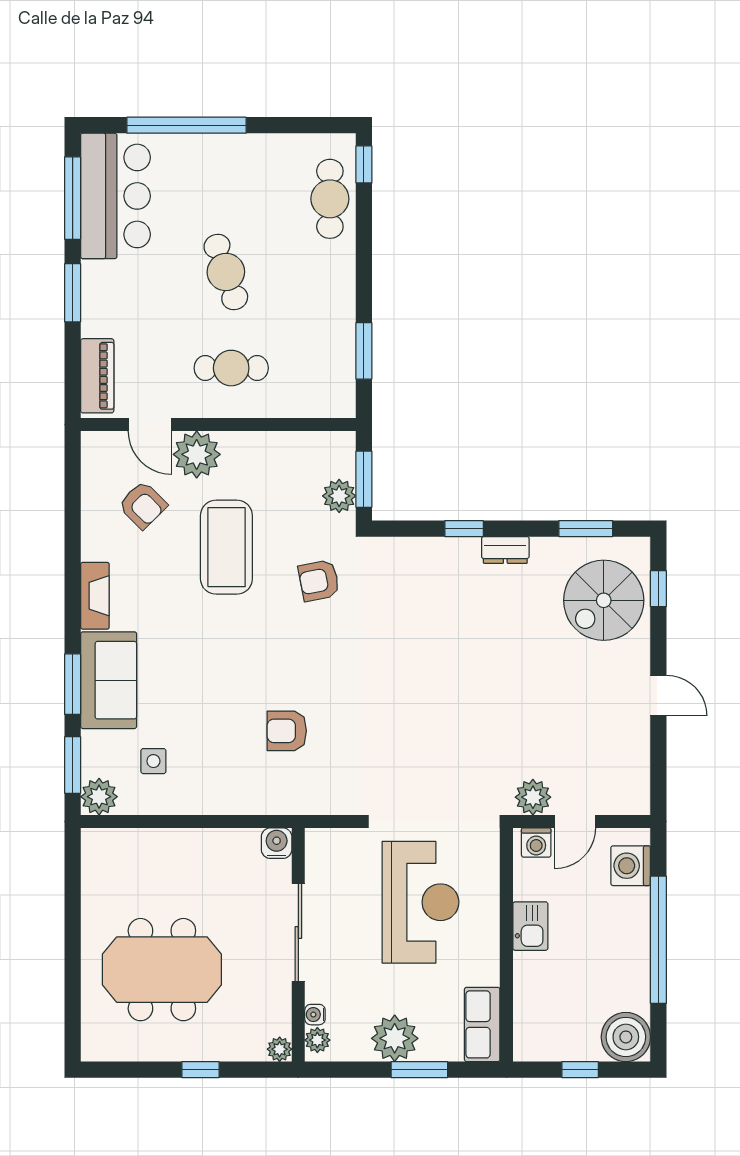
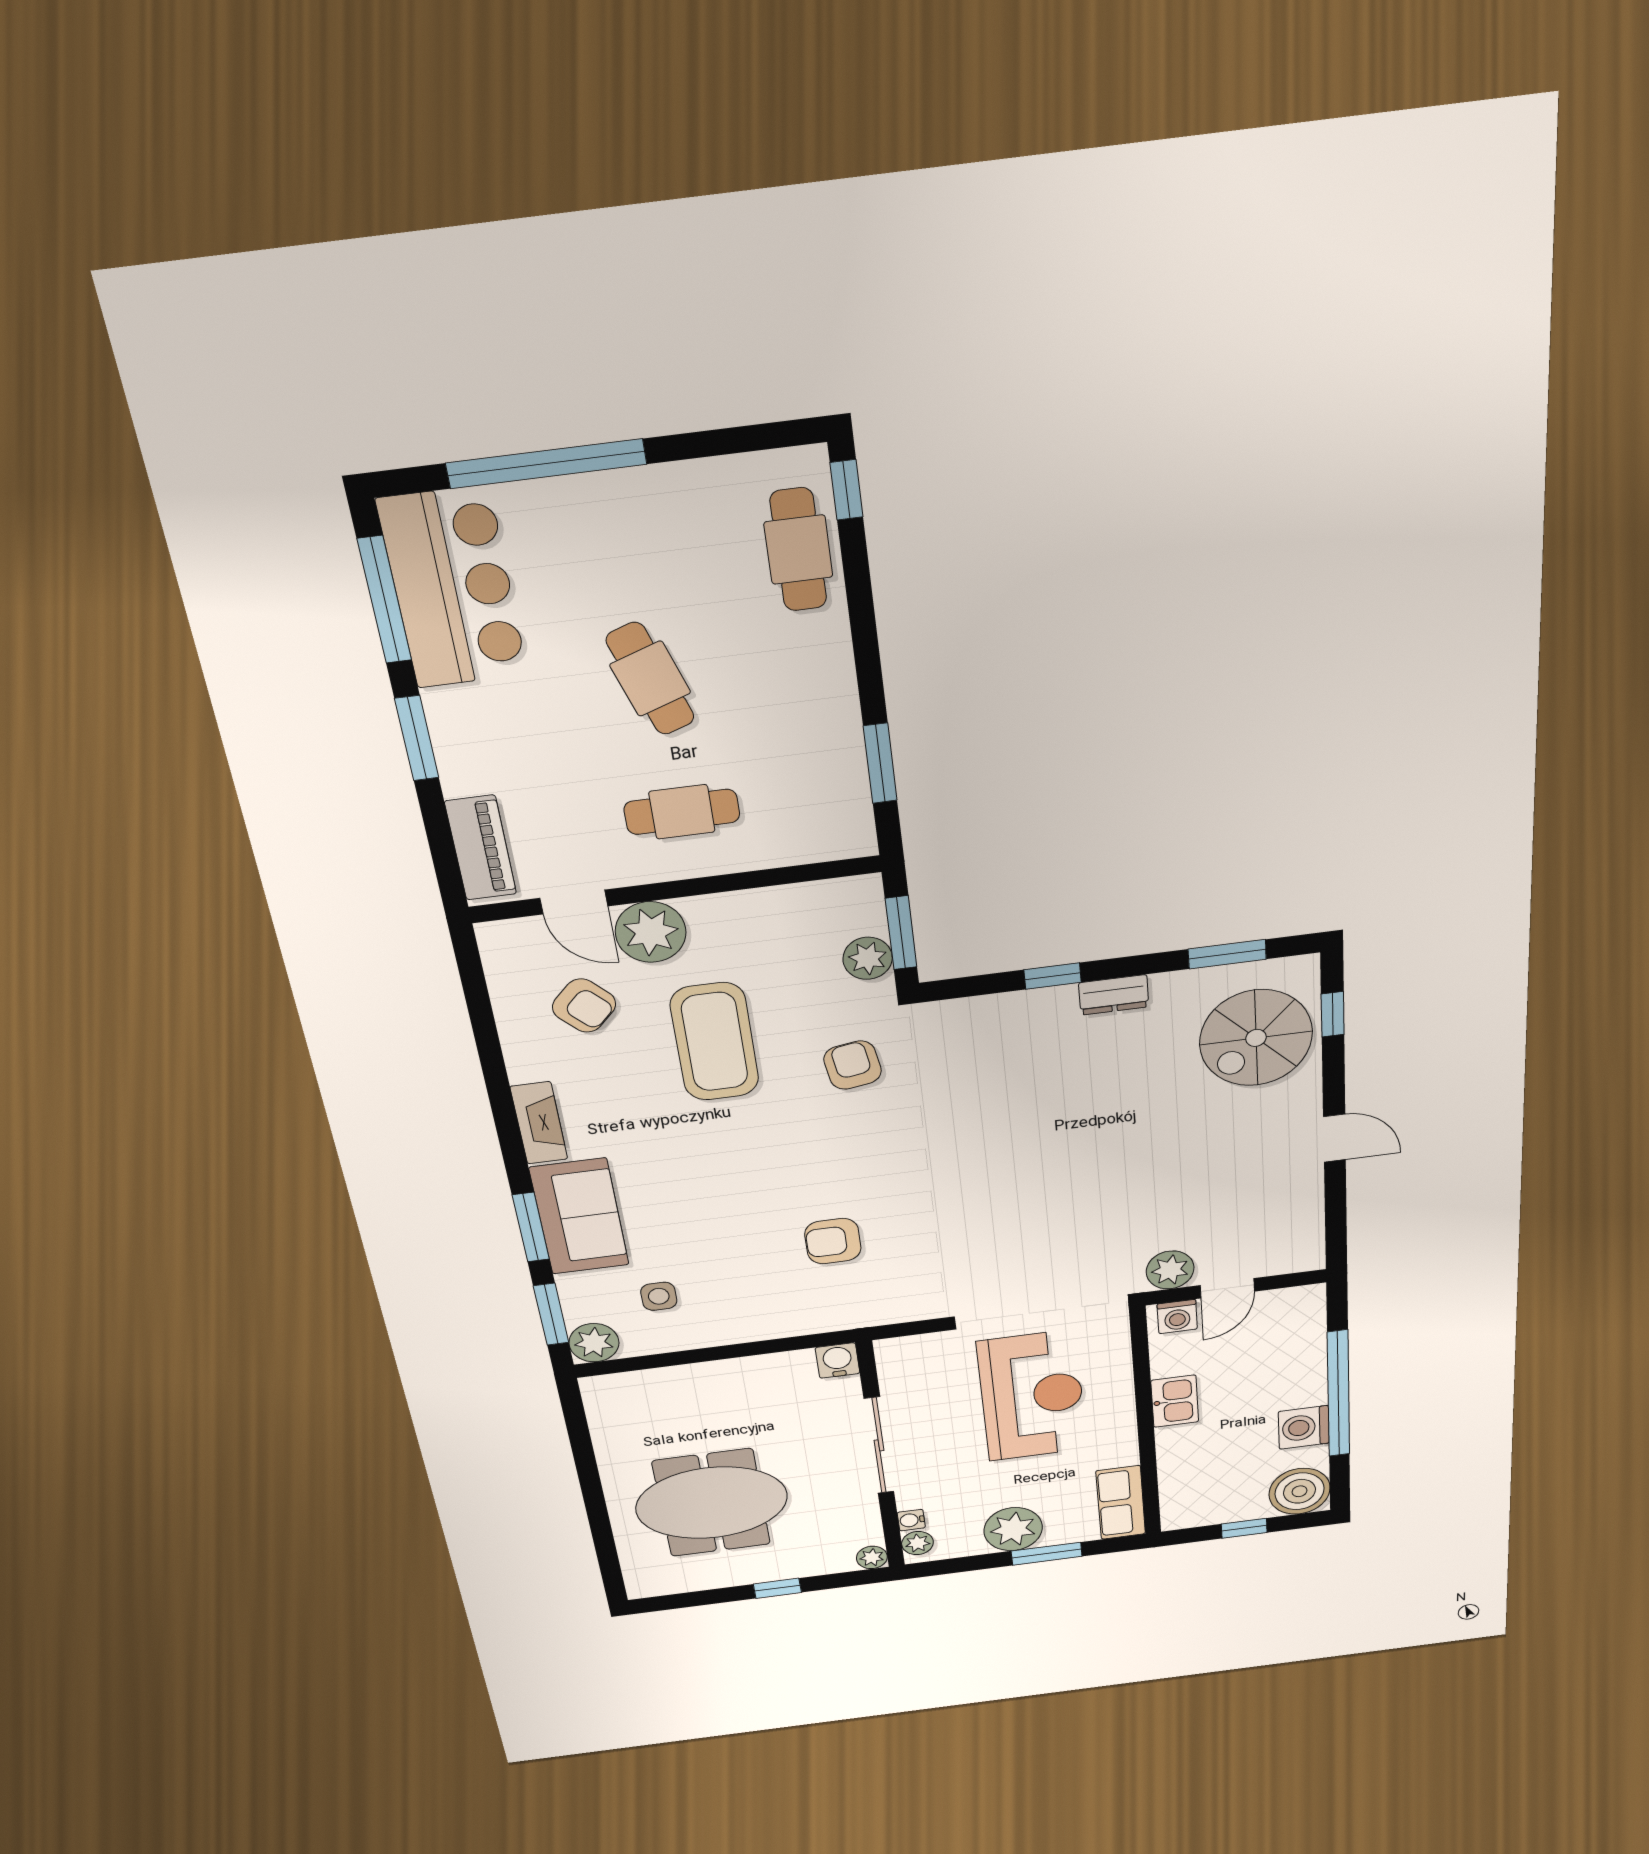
armchair: (319, 581) -> (853, 1065), turned 92
washing machine: (631, 866) -> (1304, 1427), moved

